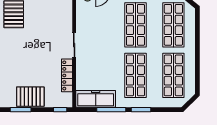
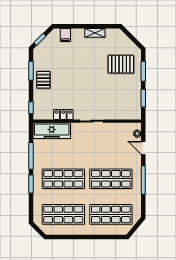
locker: (67, 75) -> (63, 114), width x0.66
pallet: (30, 97) -> (43, 80), width x0.67, depth x0.71
freezer: (96, 99) -> (52, 131), moved, turned 90

